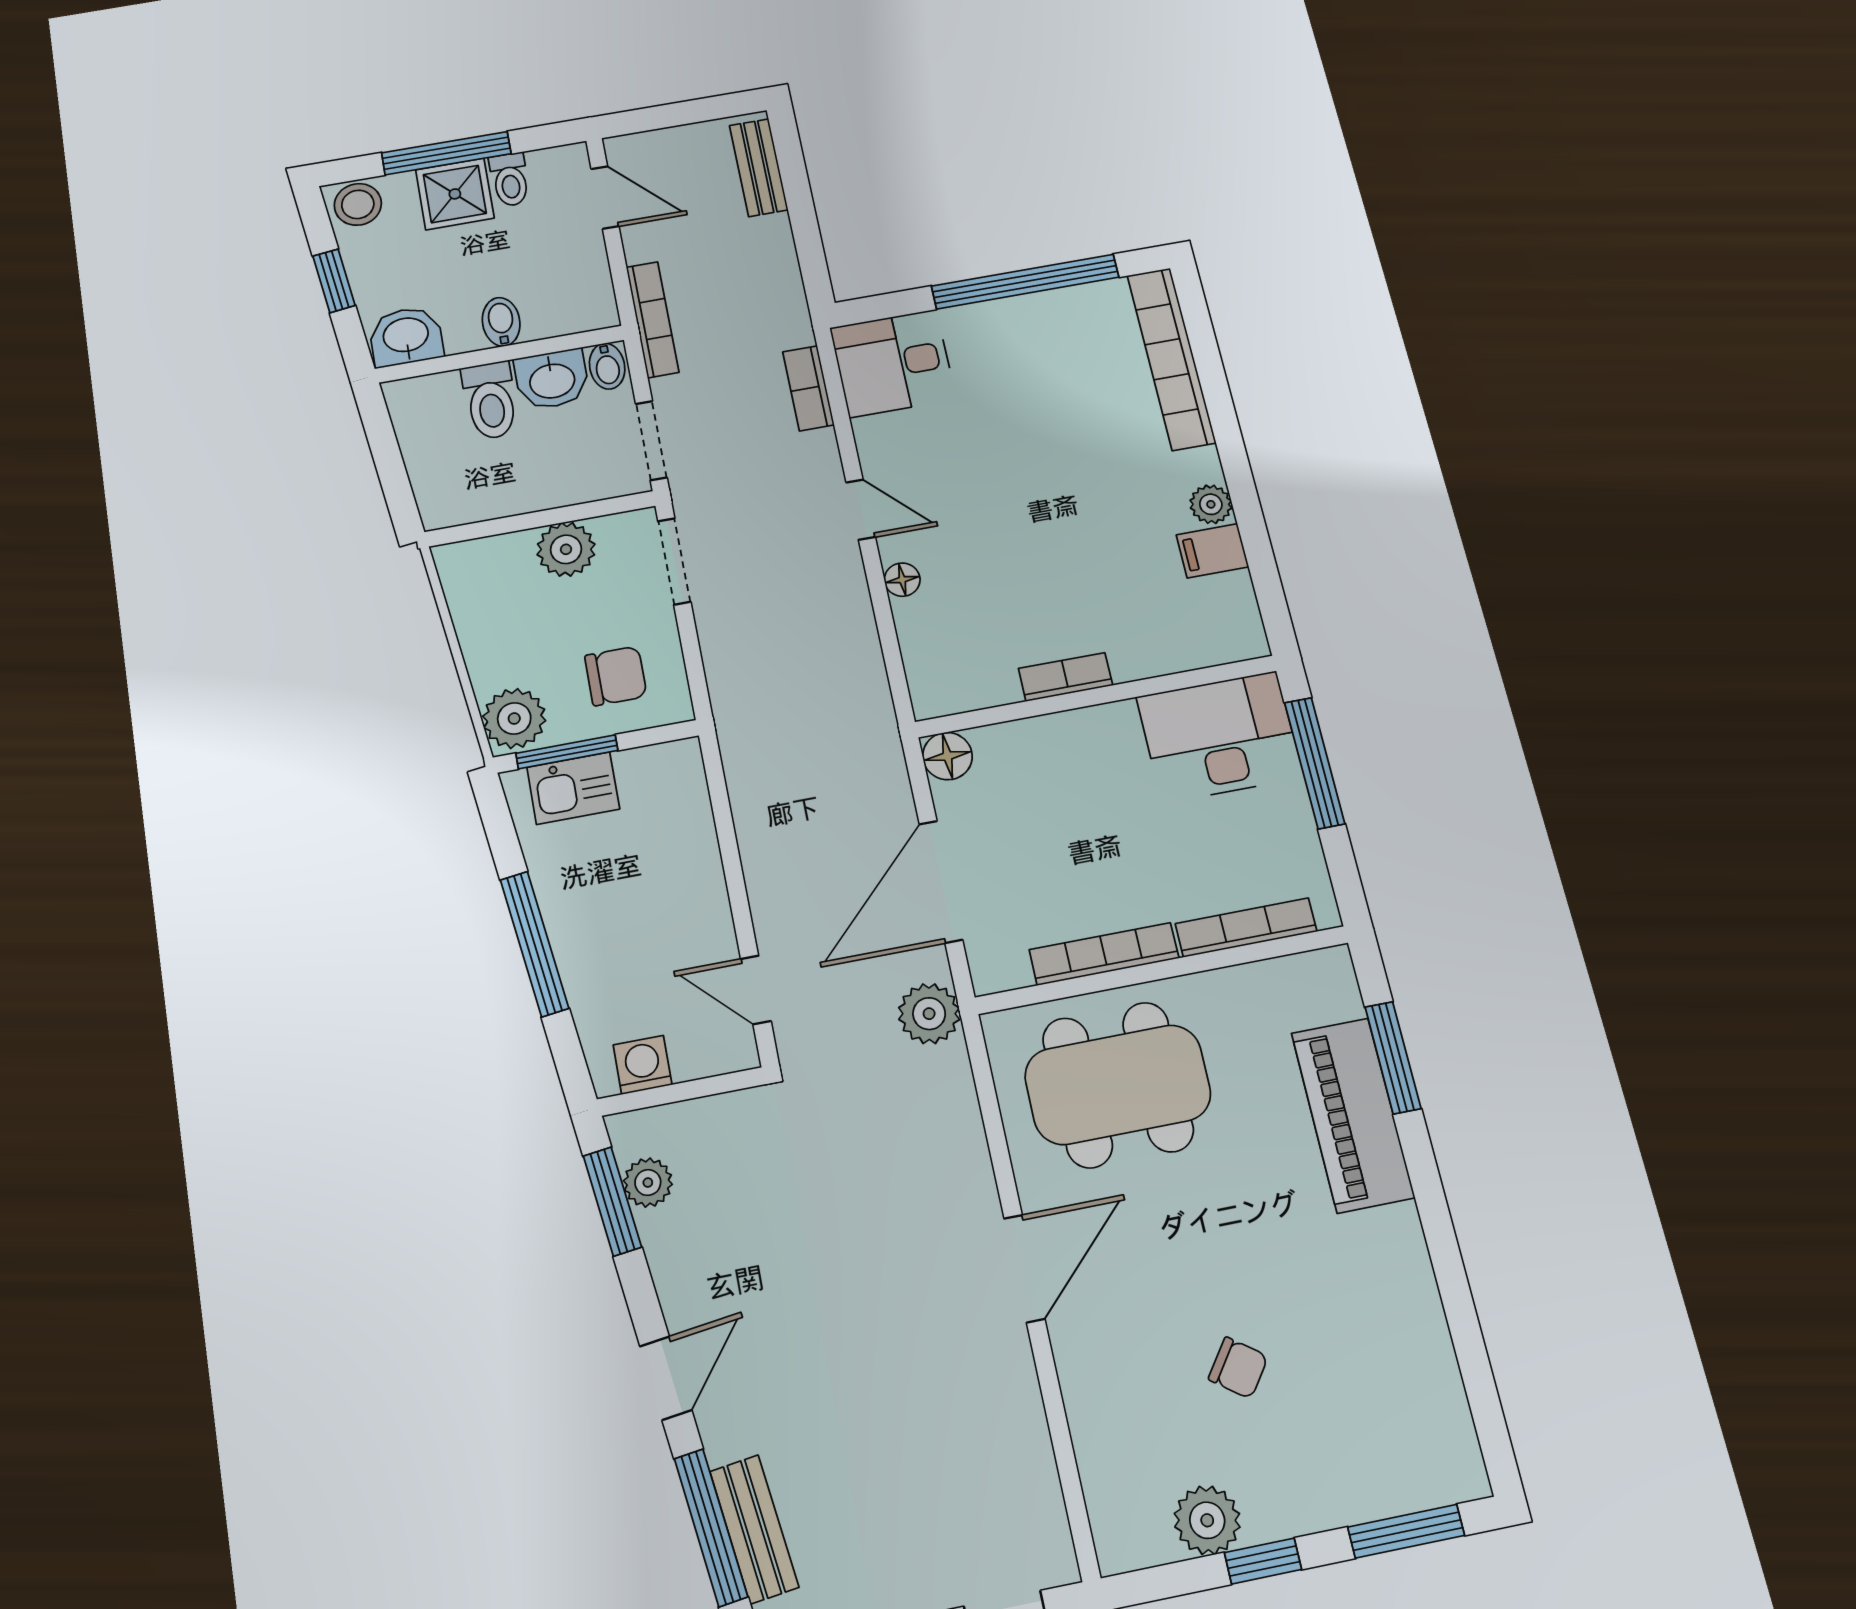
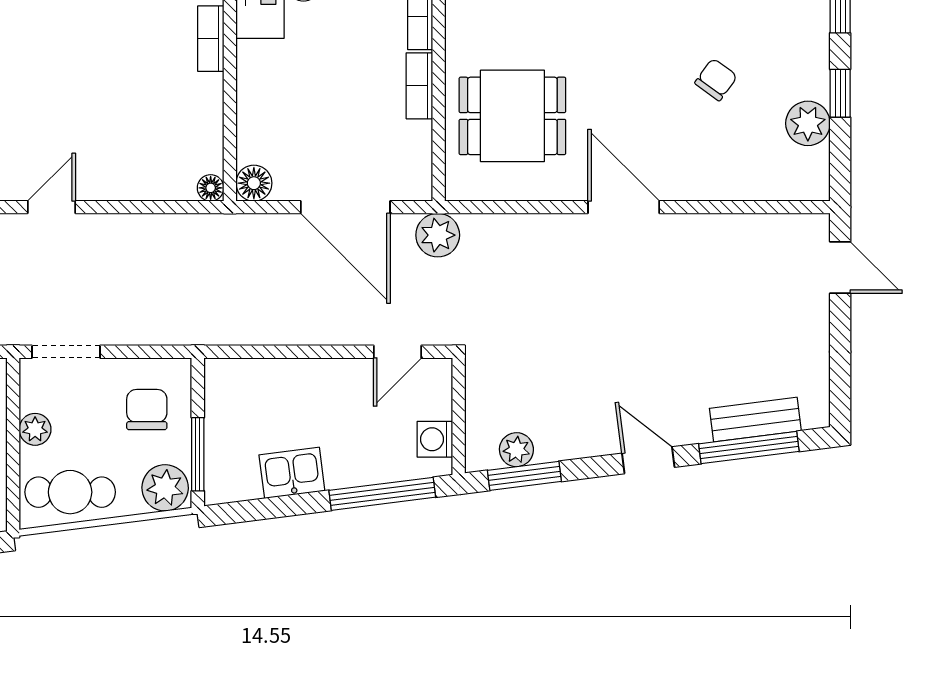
plant: (566, 549) -> (35, 429), width x0.73, depth x0.73
floor lamp: (902, 580) -> (211, 188), moved
cafe table: (489, 600) -> (70, 492), added
bookcase: (1066, 677) -> (211, 39), moved
kitchen sink: (573, 788) -> (292, 473), moved, turned -97
window: (534, 944) -> (382, 494), moved
bookcase: (1104, 954) -> (419, 86), width x0.64
dining table: (1118, 1085) -> (512, 116), width x0.73

